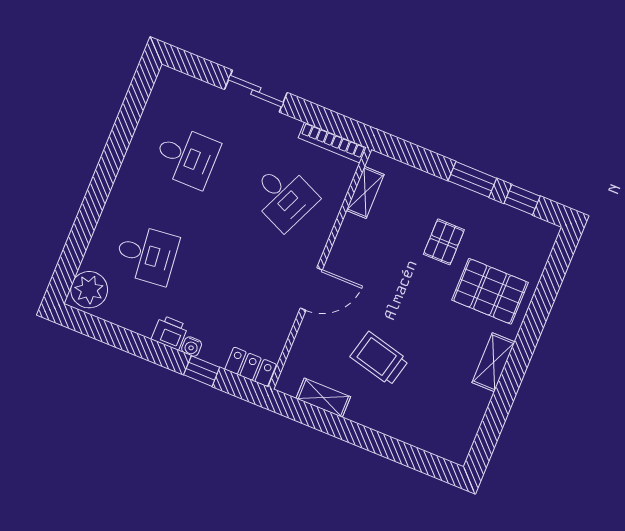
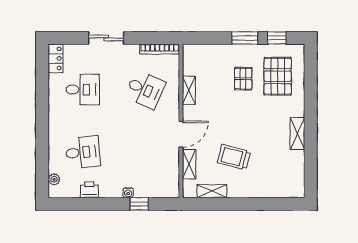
shelving: (365, 192) -> (189, 90), moved
plant: (89, 290) -> (54, 179), width x0.53, depth x0.53
pallet: (490, 291) -> (278, 76), moved, turned 90
printer: (170, 333) -> (89, 190), moved
shelving: (305, 341) -> (189, 164), added
locker: (251, 367) -> (56, 58), moved, turned 90

